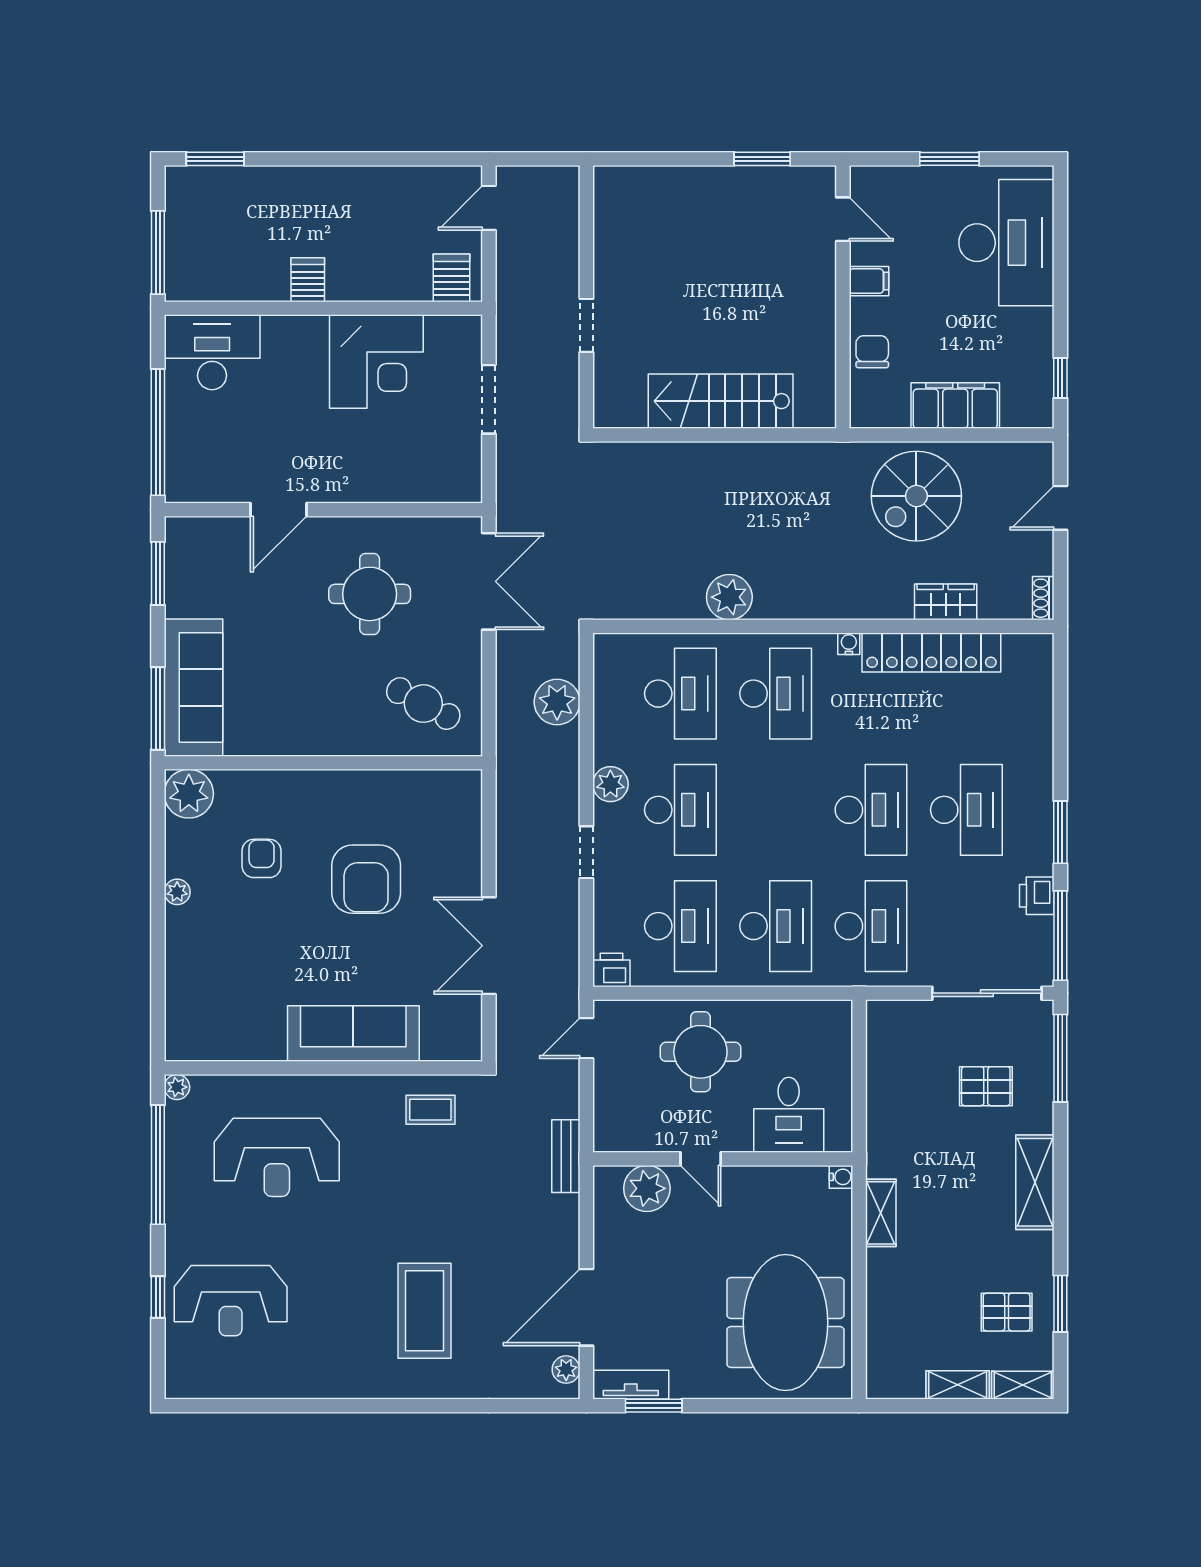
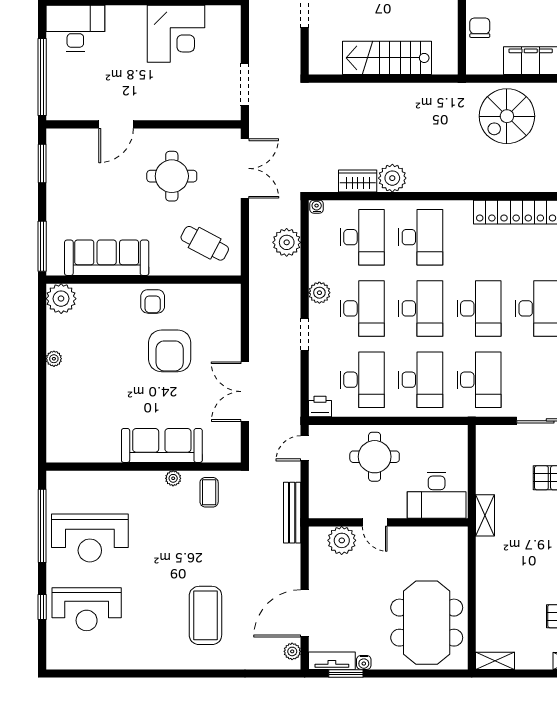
doorway: (489, 399) -> (245, 84), moved
wardrobe: (946, 602) -> (358, 181), moved
water cooler: (849, 644) -> (317, 207), moved
sofa: (193, 688) -> (107, 258), moved, turned -90
desk: (776, 810) -> (421, 308), added
armchair: (262, 858) -> (153, 301), moved, turned 180
plant: (177, 1087) -> (173, 478), moved
coffee table: (430, 1110) -> (209, 492), turned 90
desk: (789, 1115) -> (437, 495), width x1.37
bench: (566, 1156) -> (292, 513), width x1.36
reception desk: (277, 1157) -> (90, 538), moved
water cooler: (841, 1177) -> (364, 662), moved, turned 90
shelving: (881, 1213) -> (485, 515), moved
shelving: (958, 1385) -> (495, 661), moved

